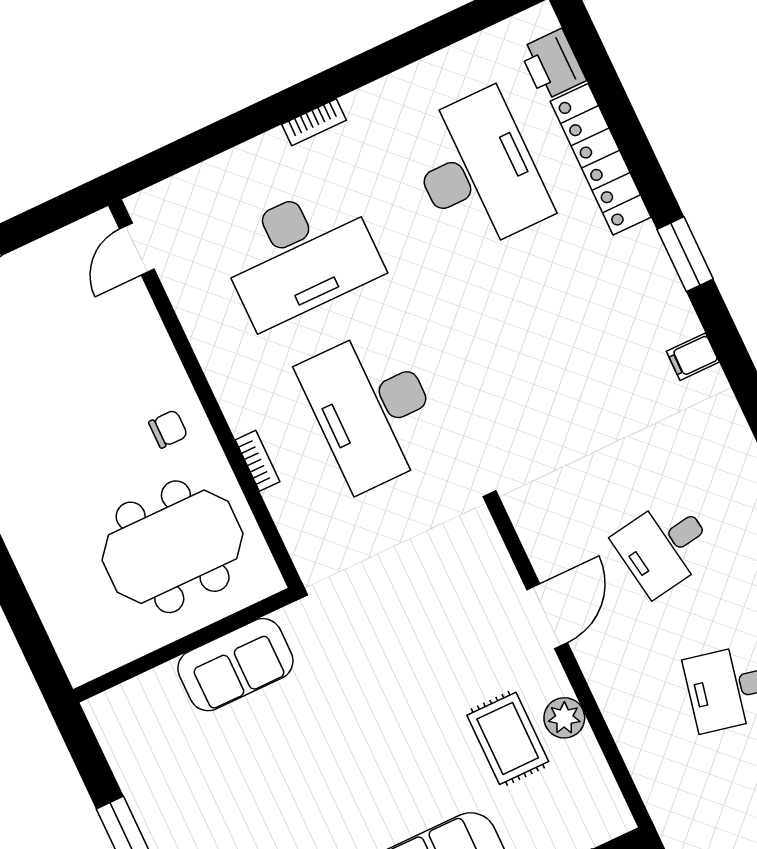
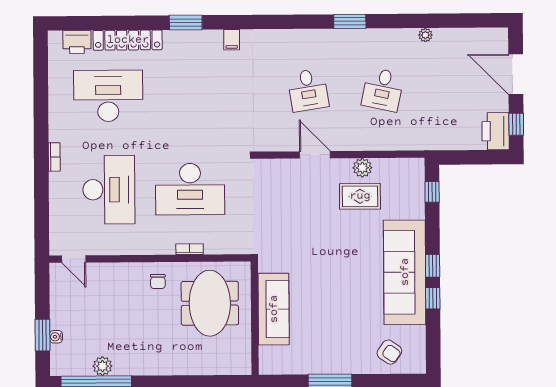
chair: (168, 429) -> (158, 282), turned 180
sofa: (235, 665) -> (274, 309), width x1.36

